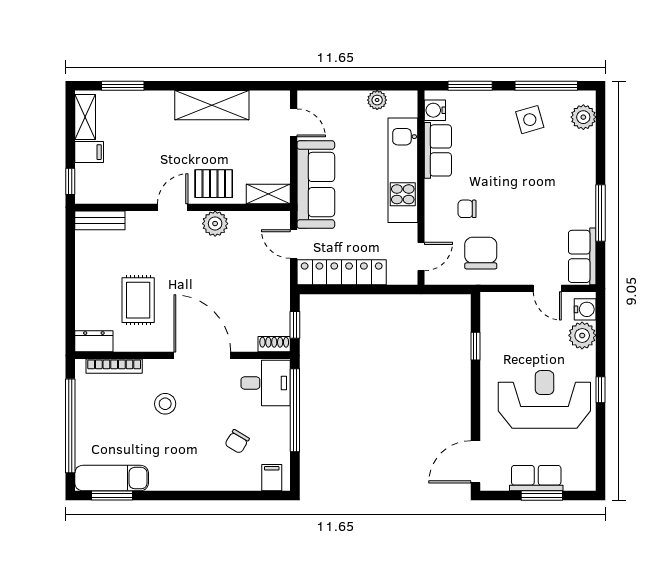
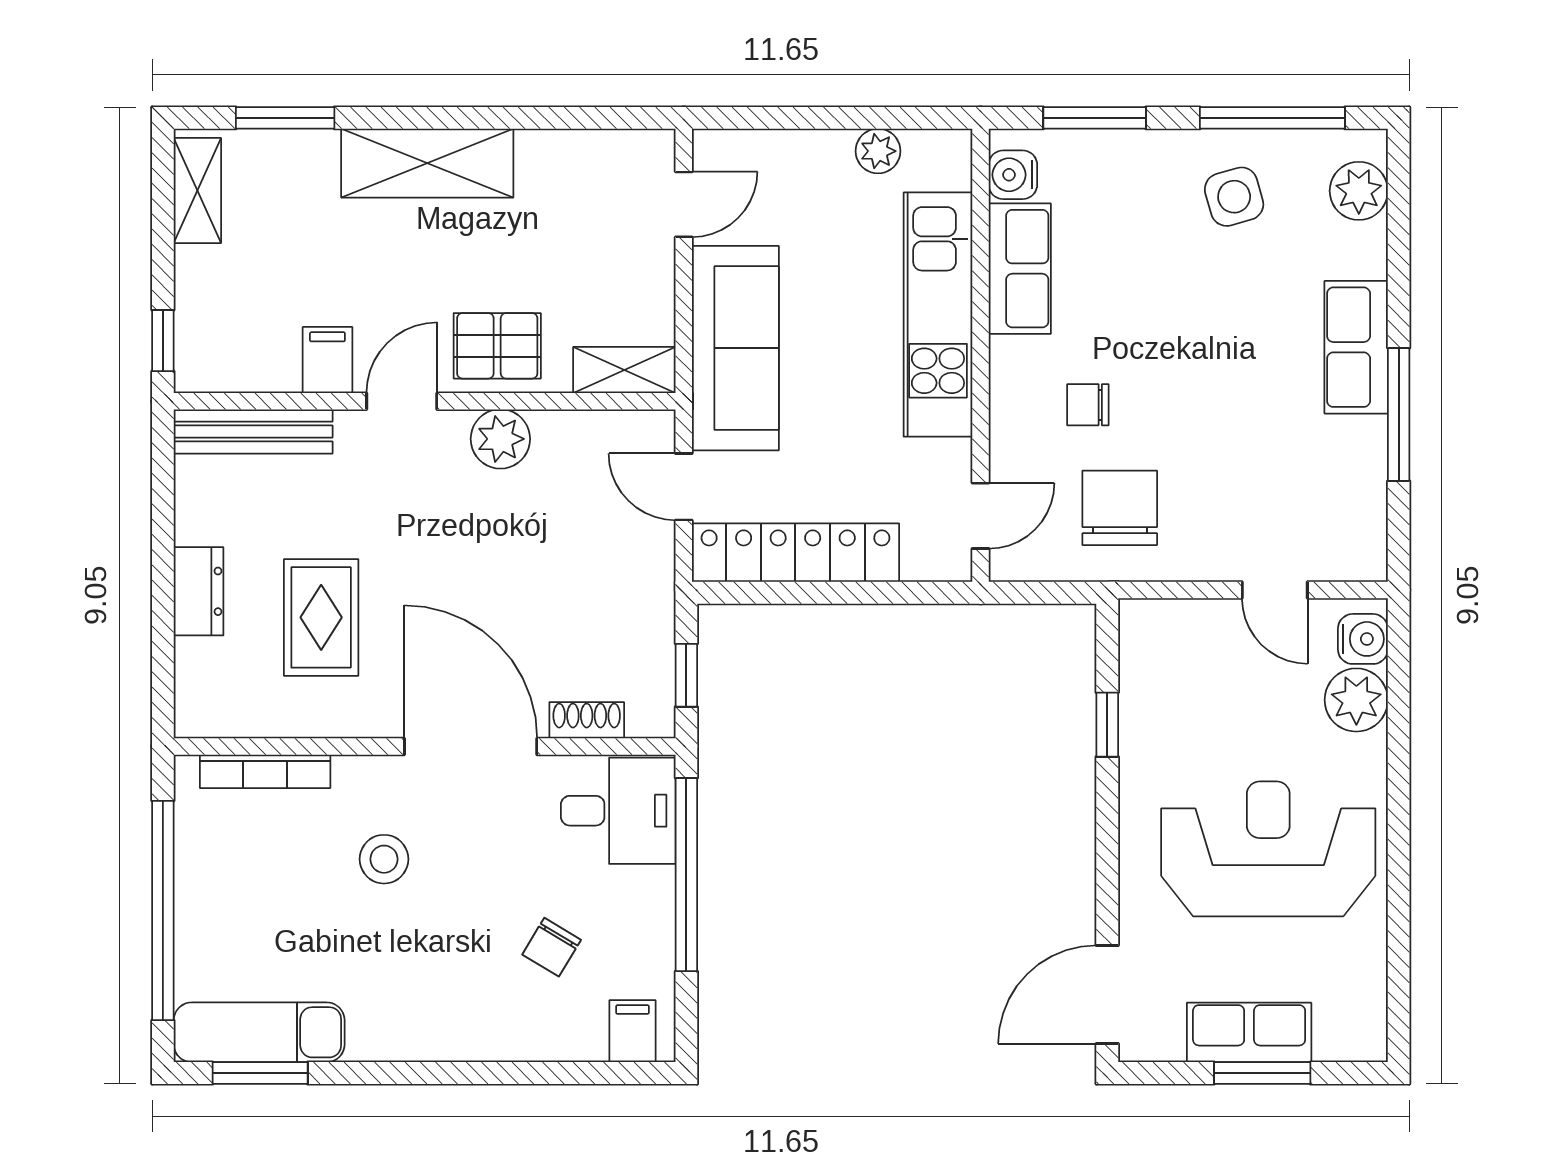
shelving: (212, 105) -> (427, 163), moved
door: (294, 123) -> (684, 204), hinge flipped
filing cabinet: (89, 152) -> (327, 360), moved, turned -90
bench: (100, 220) -> (253, 431), width x1.36
row of seats: (582, 256) -> (1356, 347), moved
dresser: (94, 341) -> (199, 591), moved, turned 90
shoe rack: (274, 344) -> (587, 720), moved
window: (600, 390) -> (1399, 826), removed

